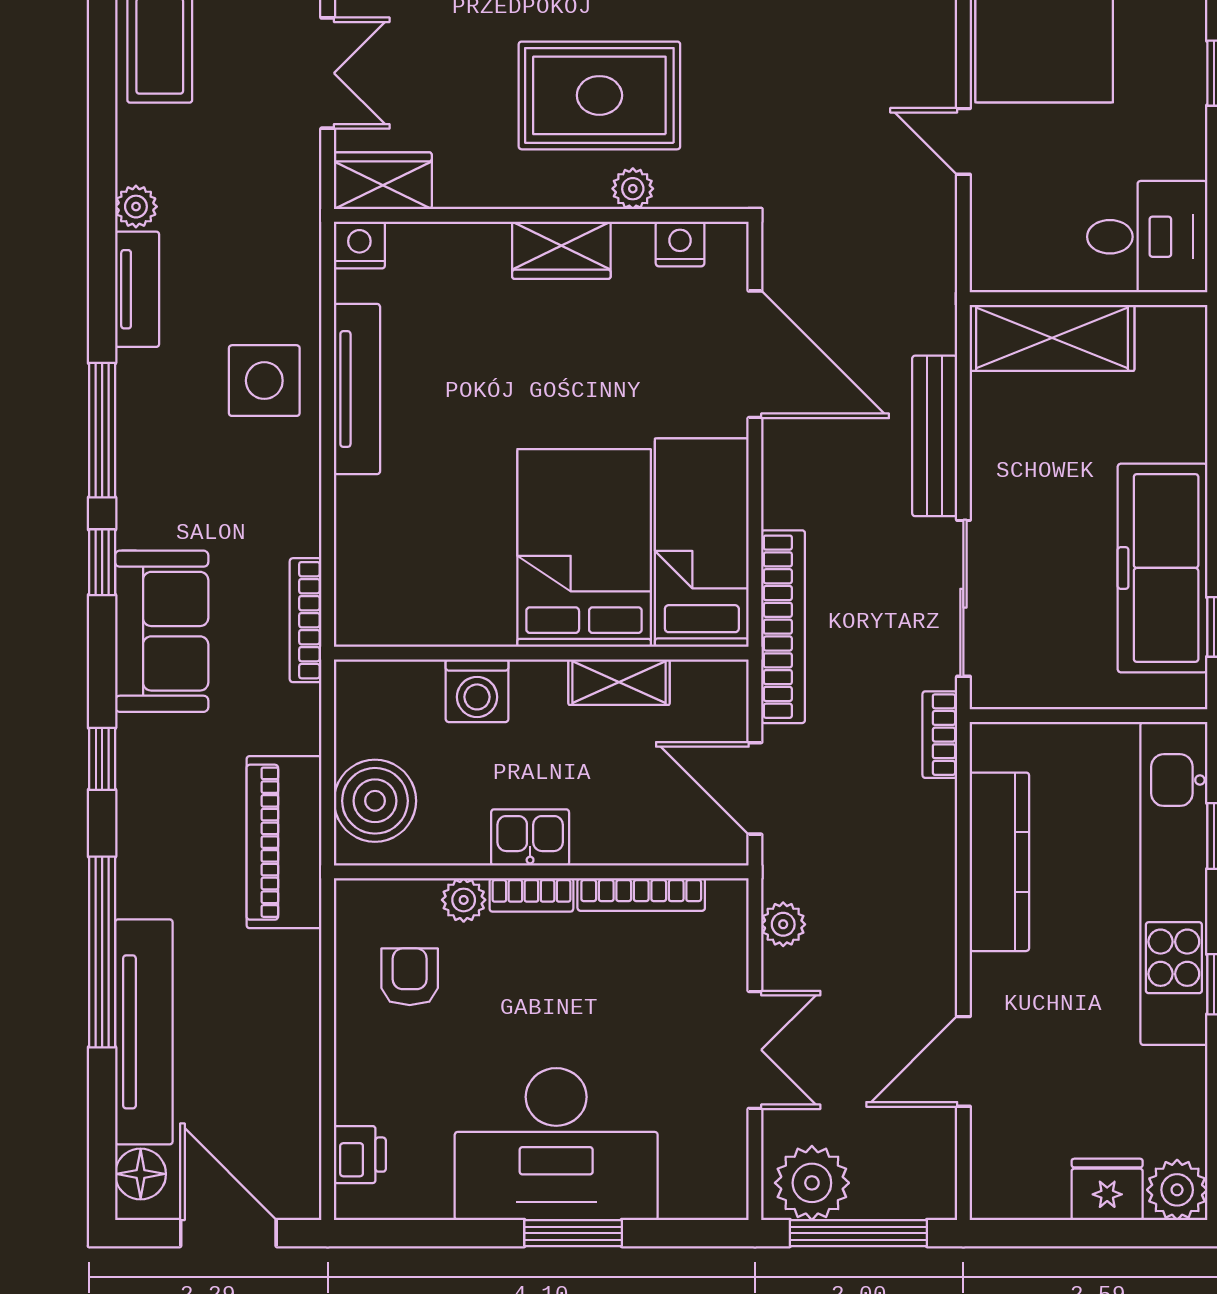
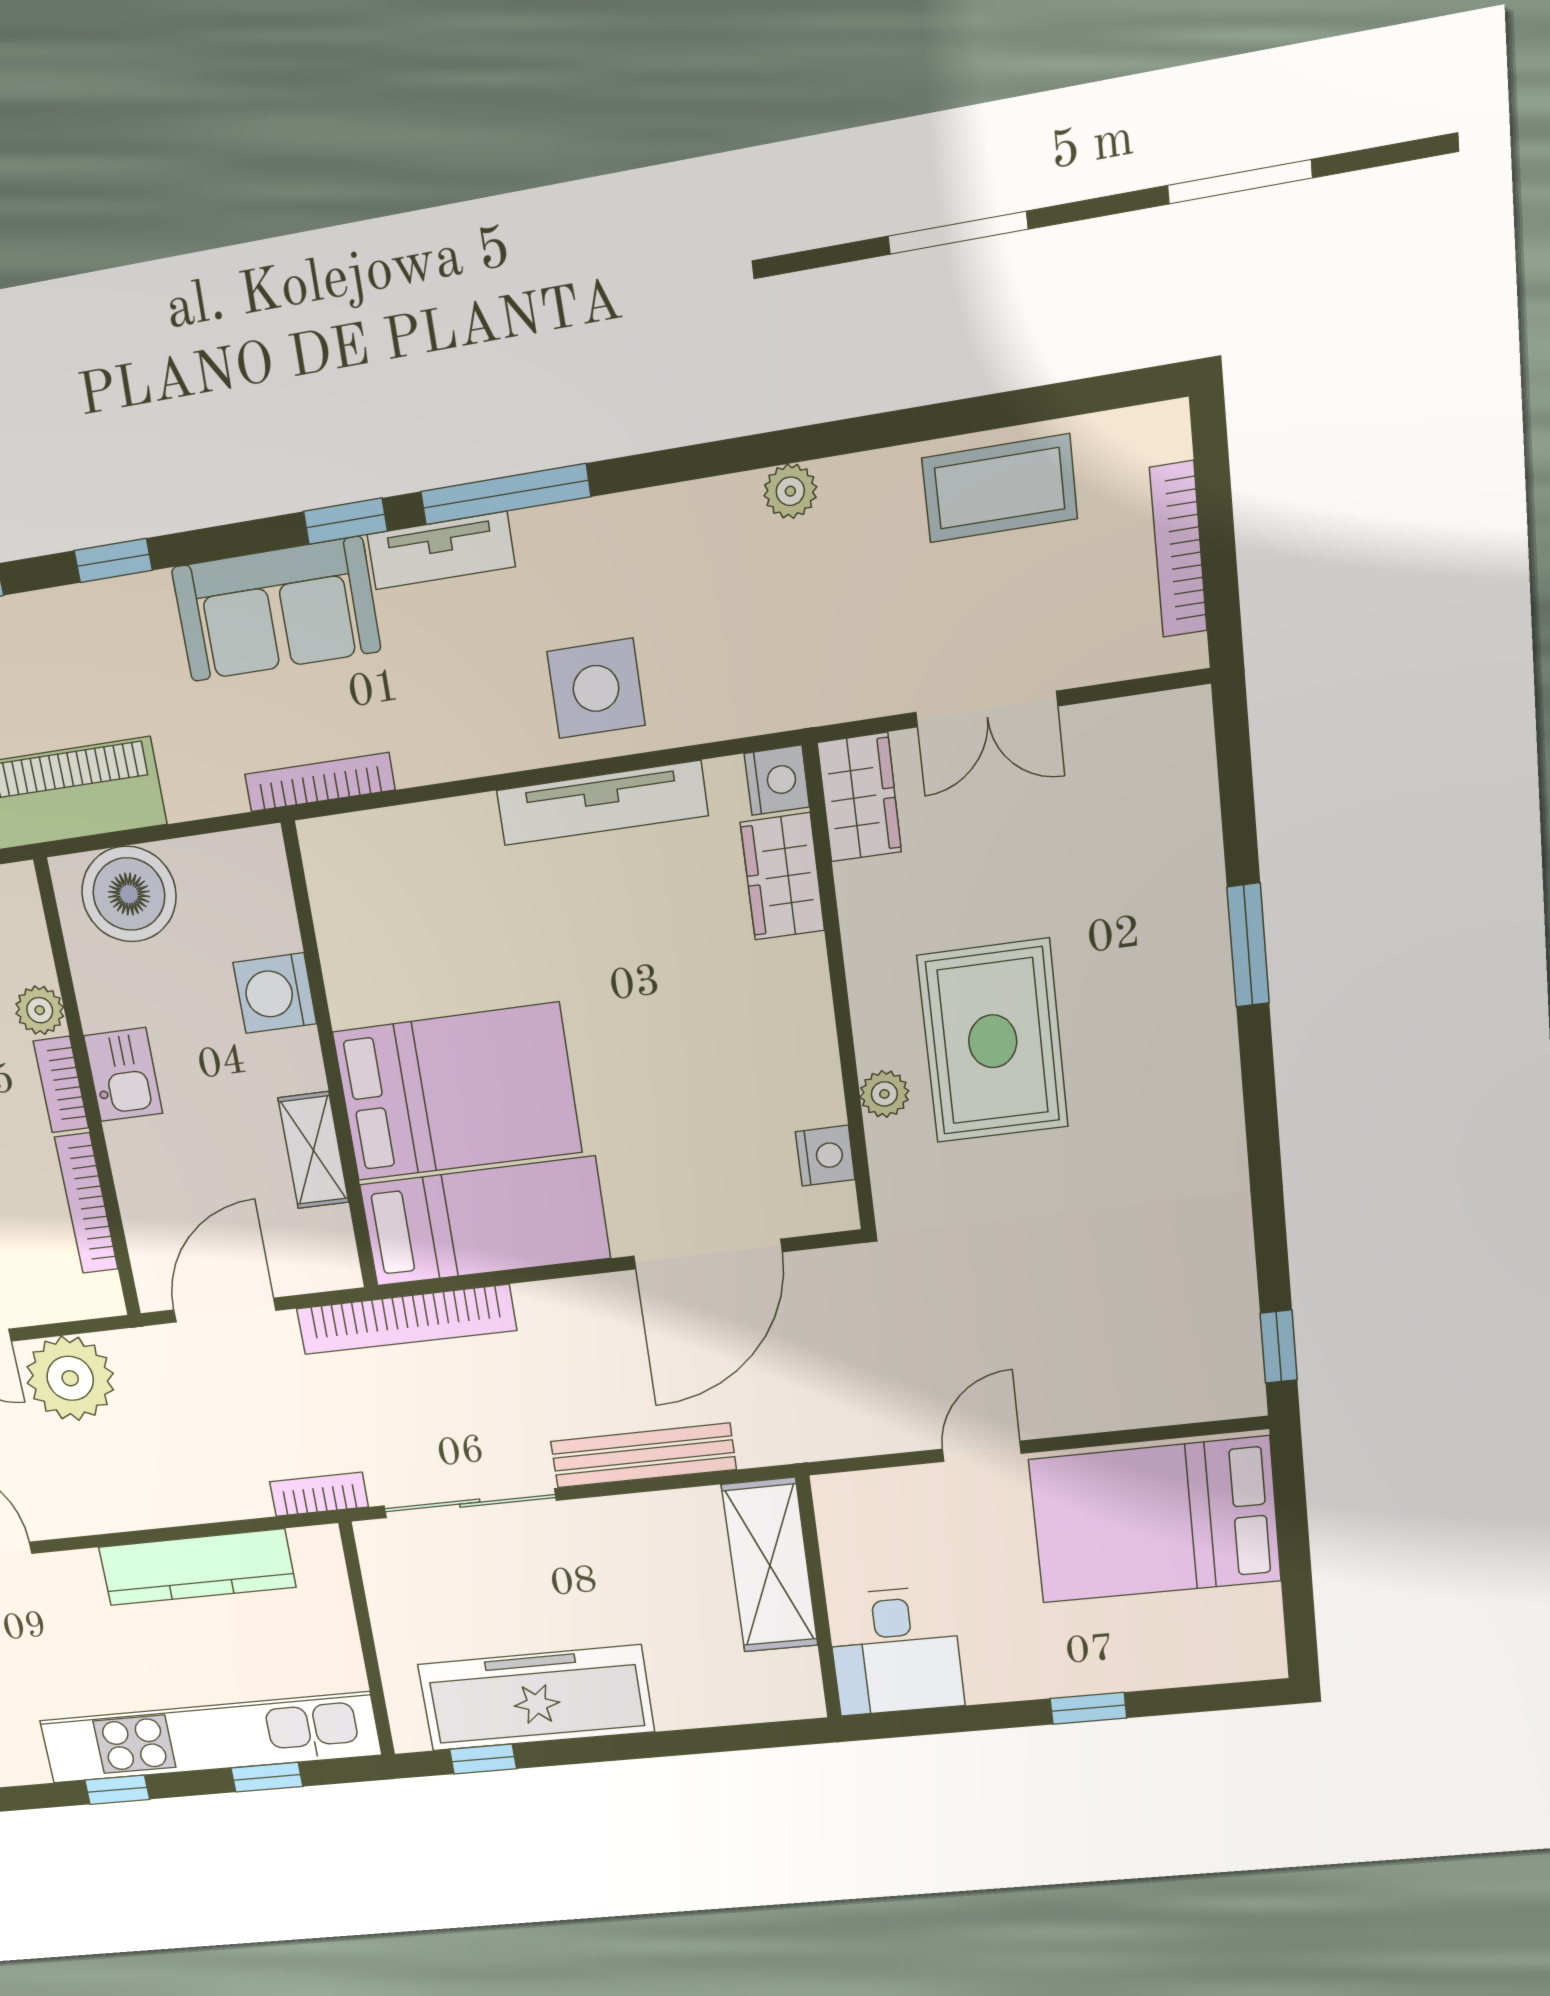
wardrobe: (561, 250) -> (783, 877), moved
tv unit: (137, 289) -> (441, 551), moved
plant: (783, 924) -> (70, 1378), width x1.88, depth x1.88

